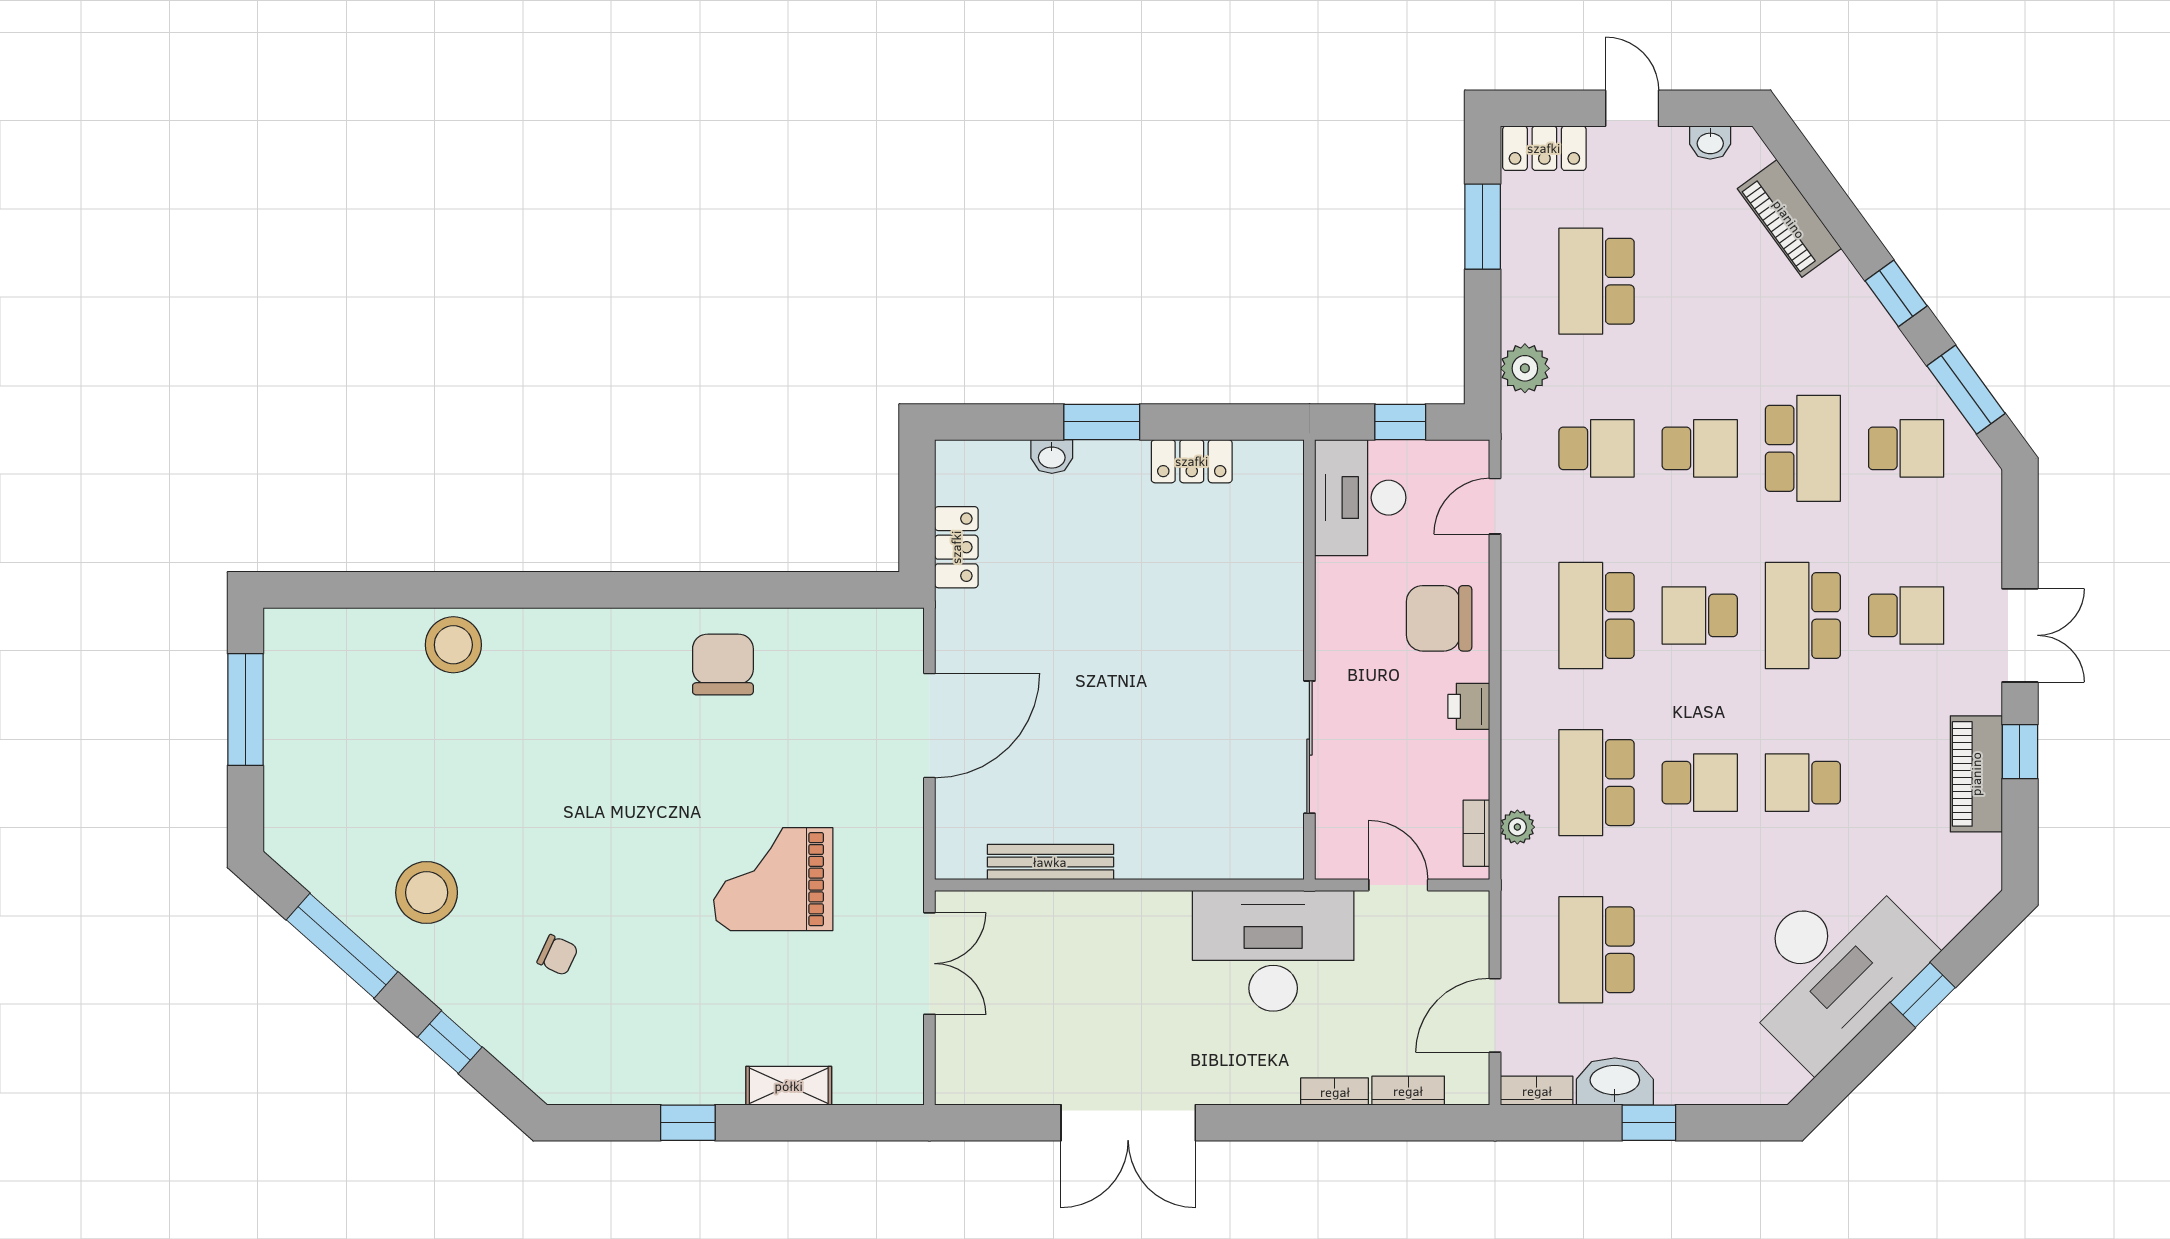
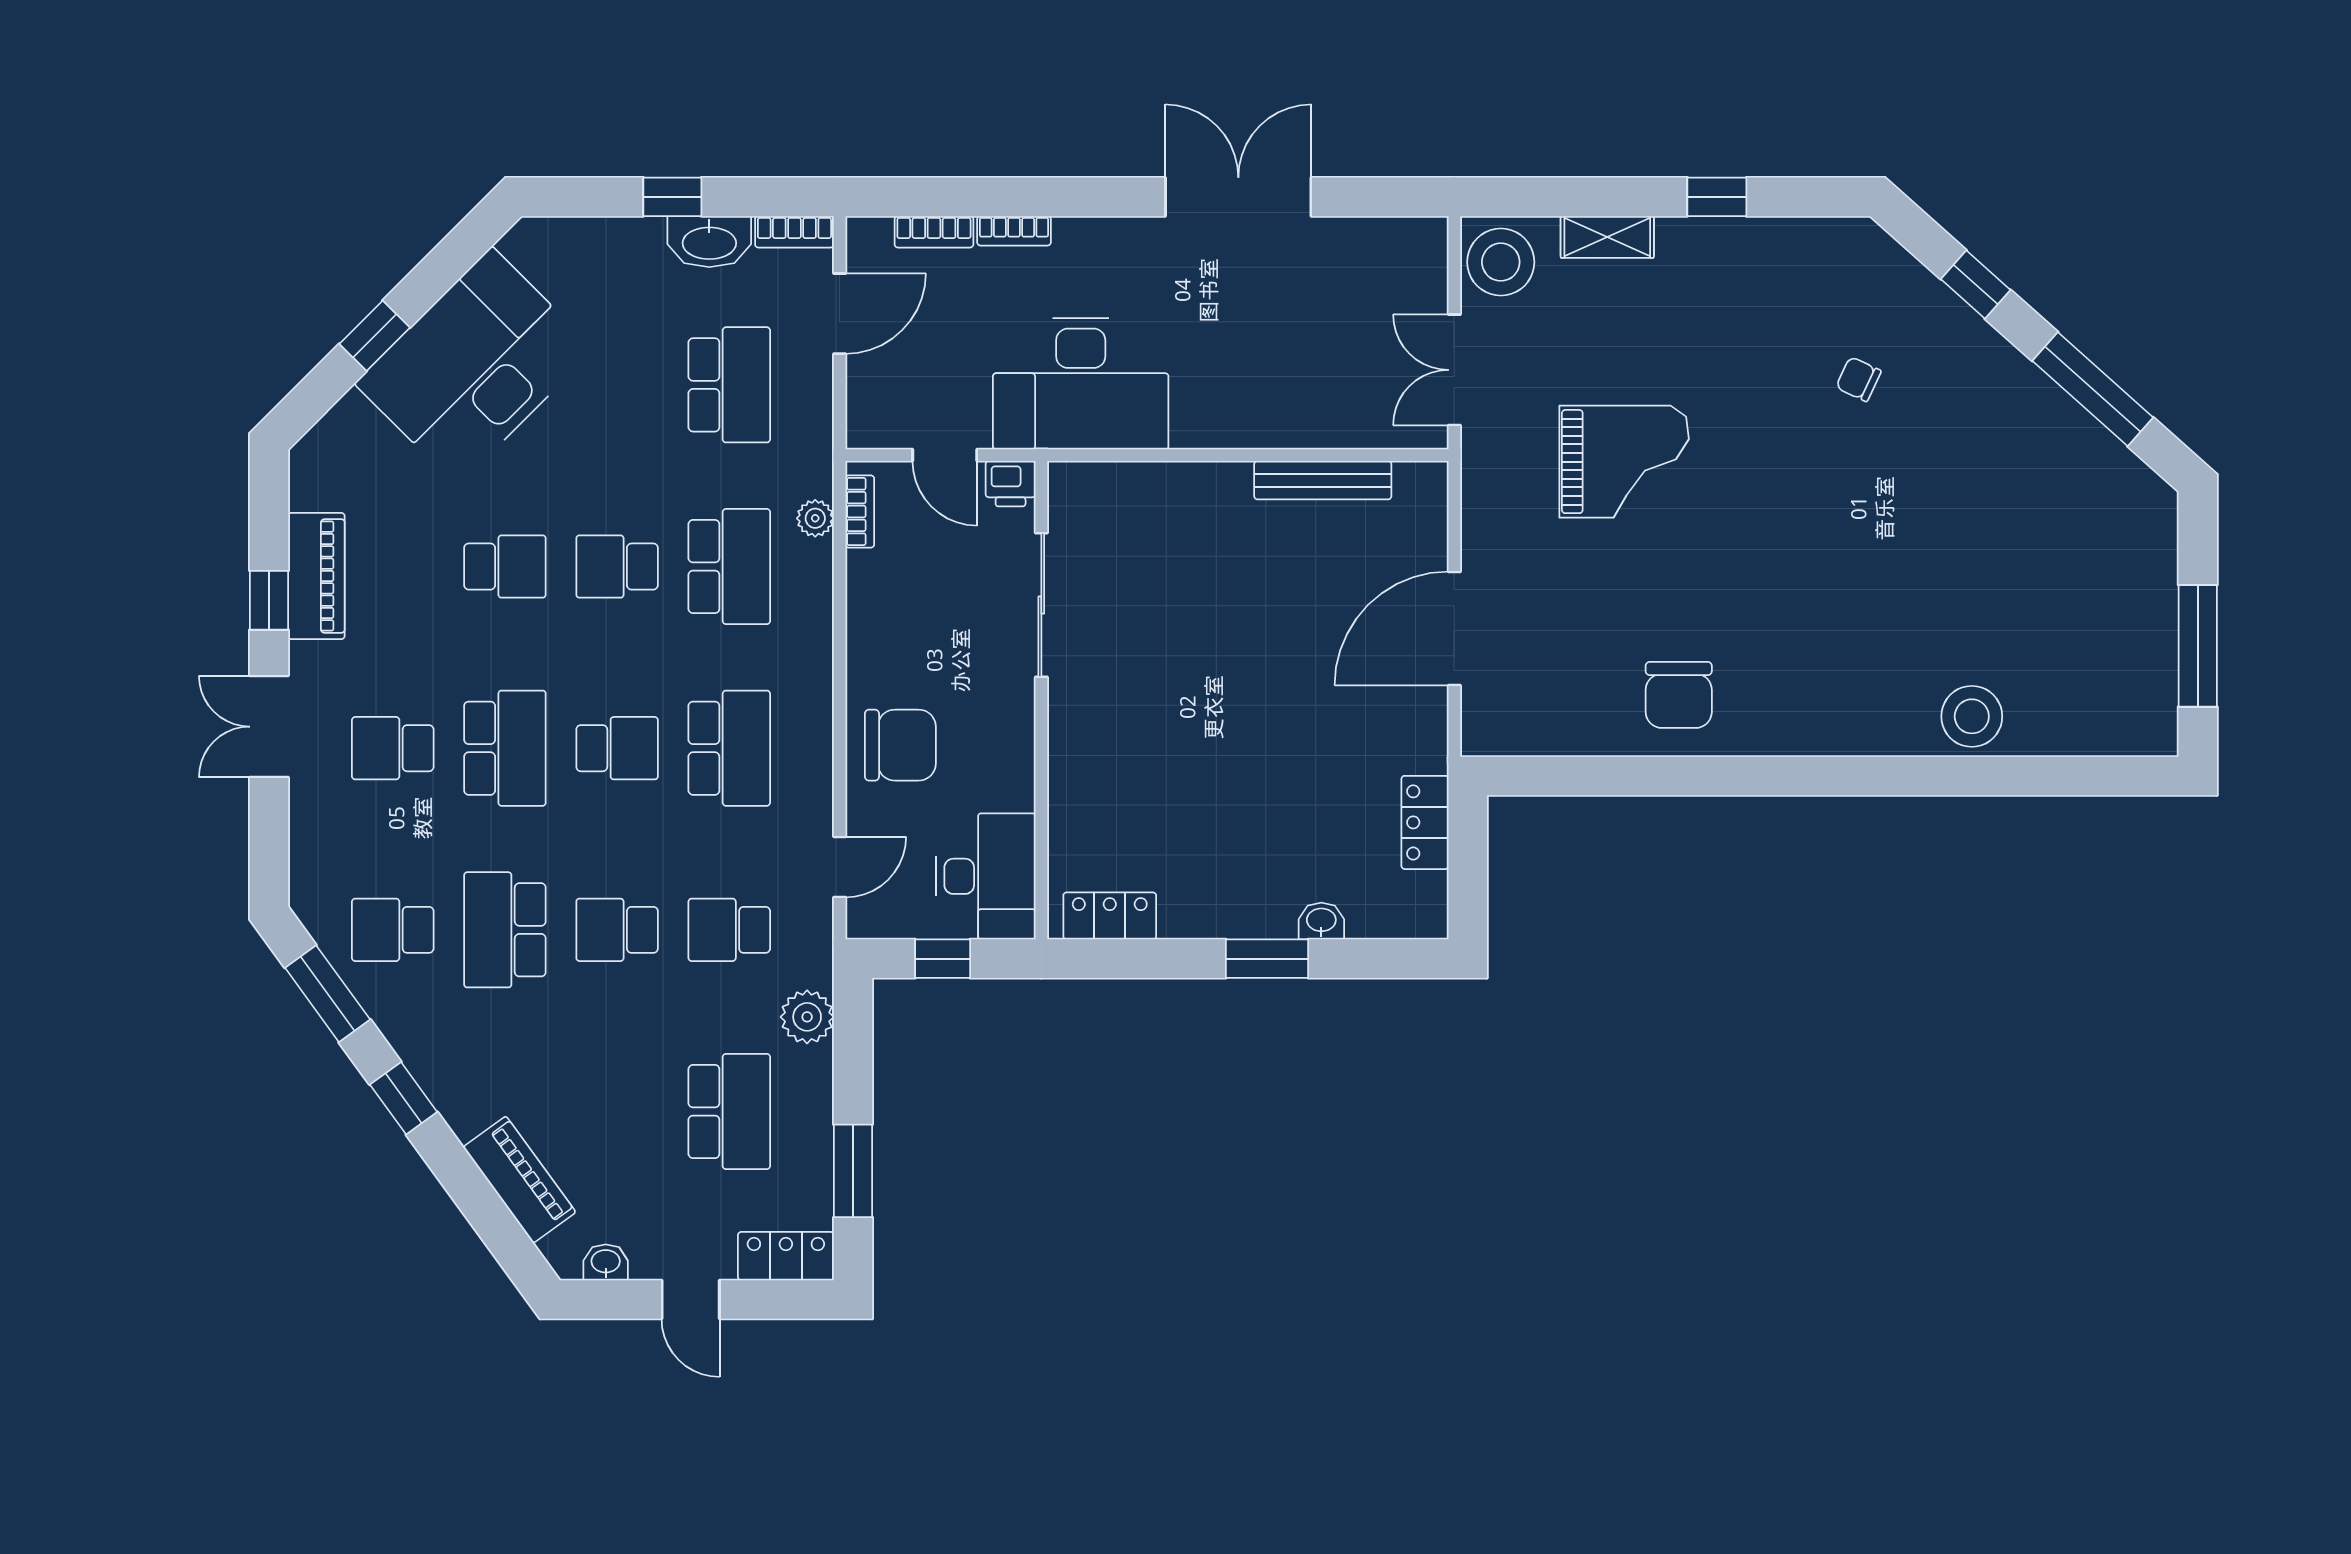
locker: (1192, 461) -> (1110, 916), moved
printer: (1469, 706) -> (1011, 484), moved, turned 90
stool: (427, 893) -> (1501, 262), moved

